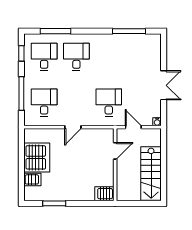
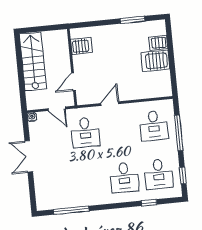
window: (56, 31) -> (149, 203), width x0.46
door: (73, 127) -> (110, 104), moved
server rack: (37, 157) -> (155, 61), width x0.62
server rack: (104, 194) -> (81, 46), moved

